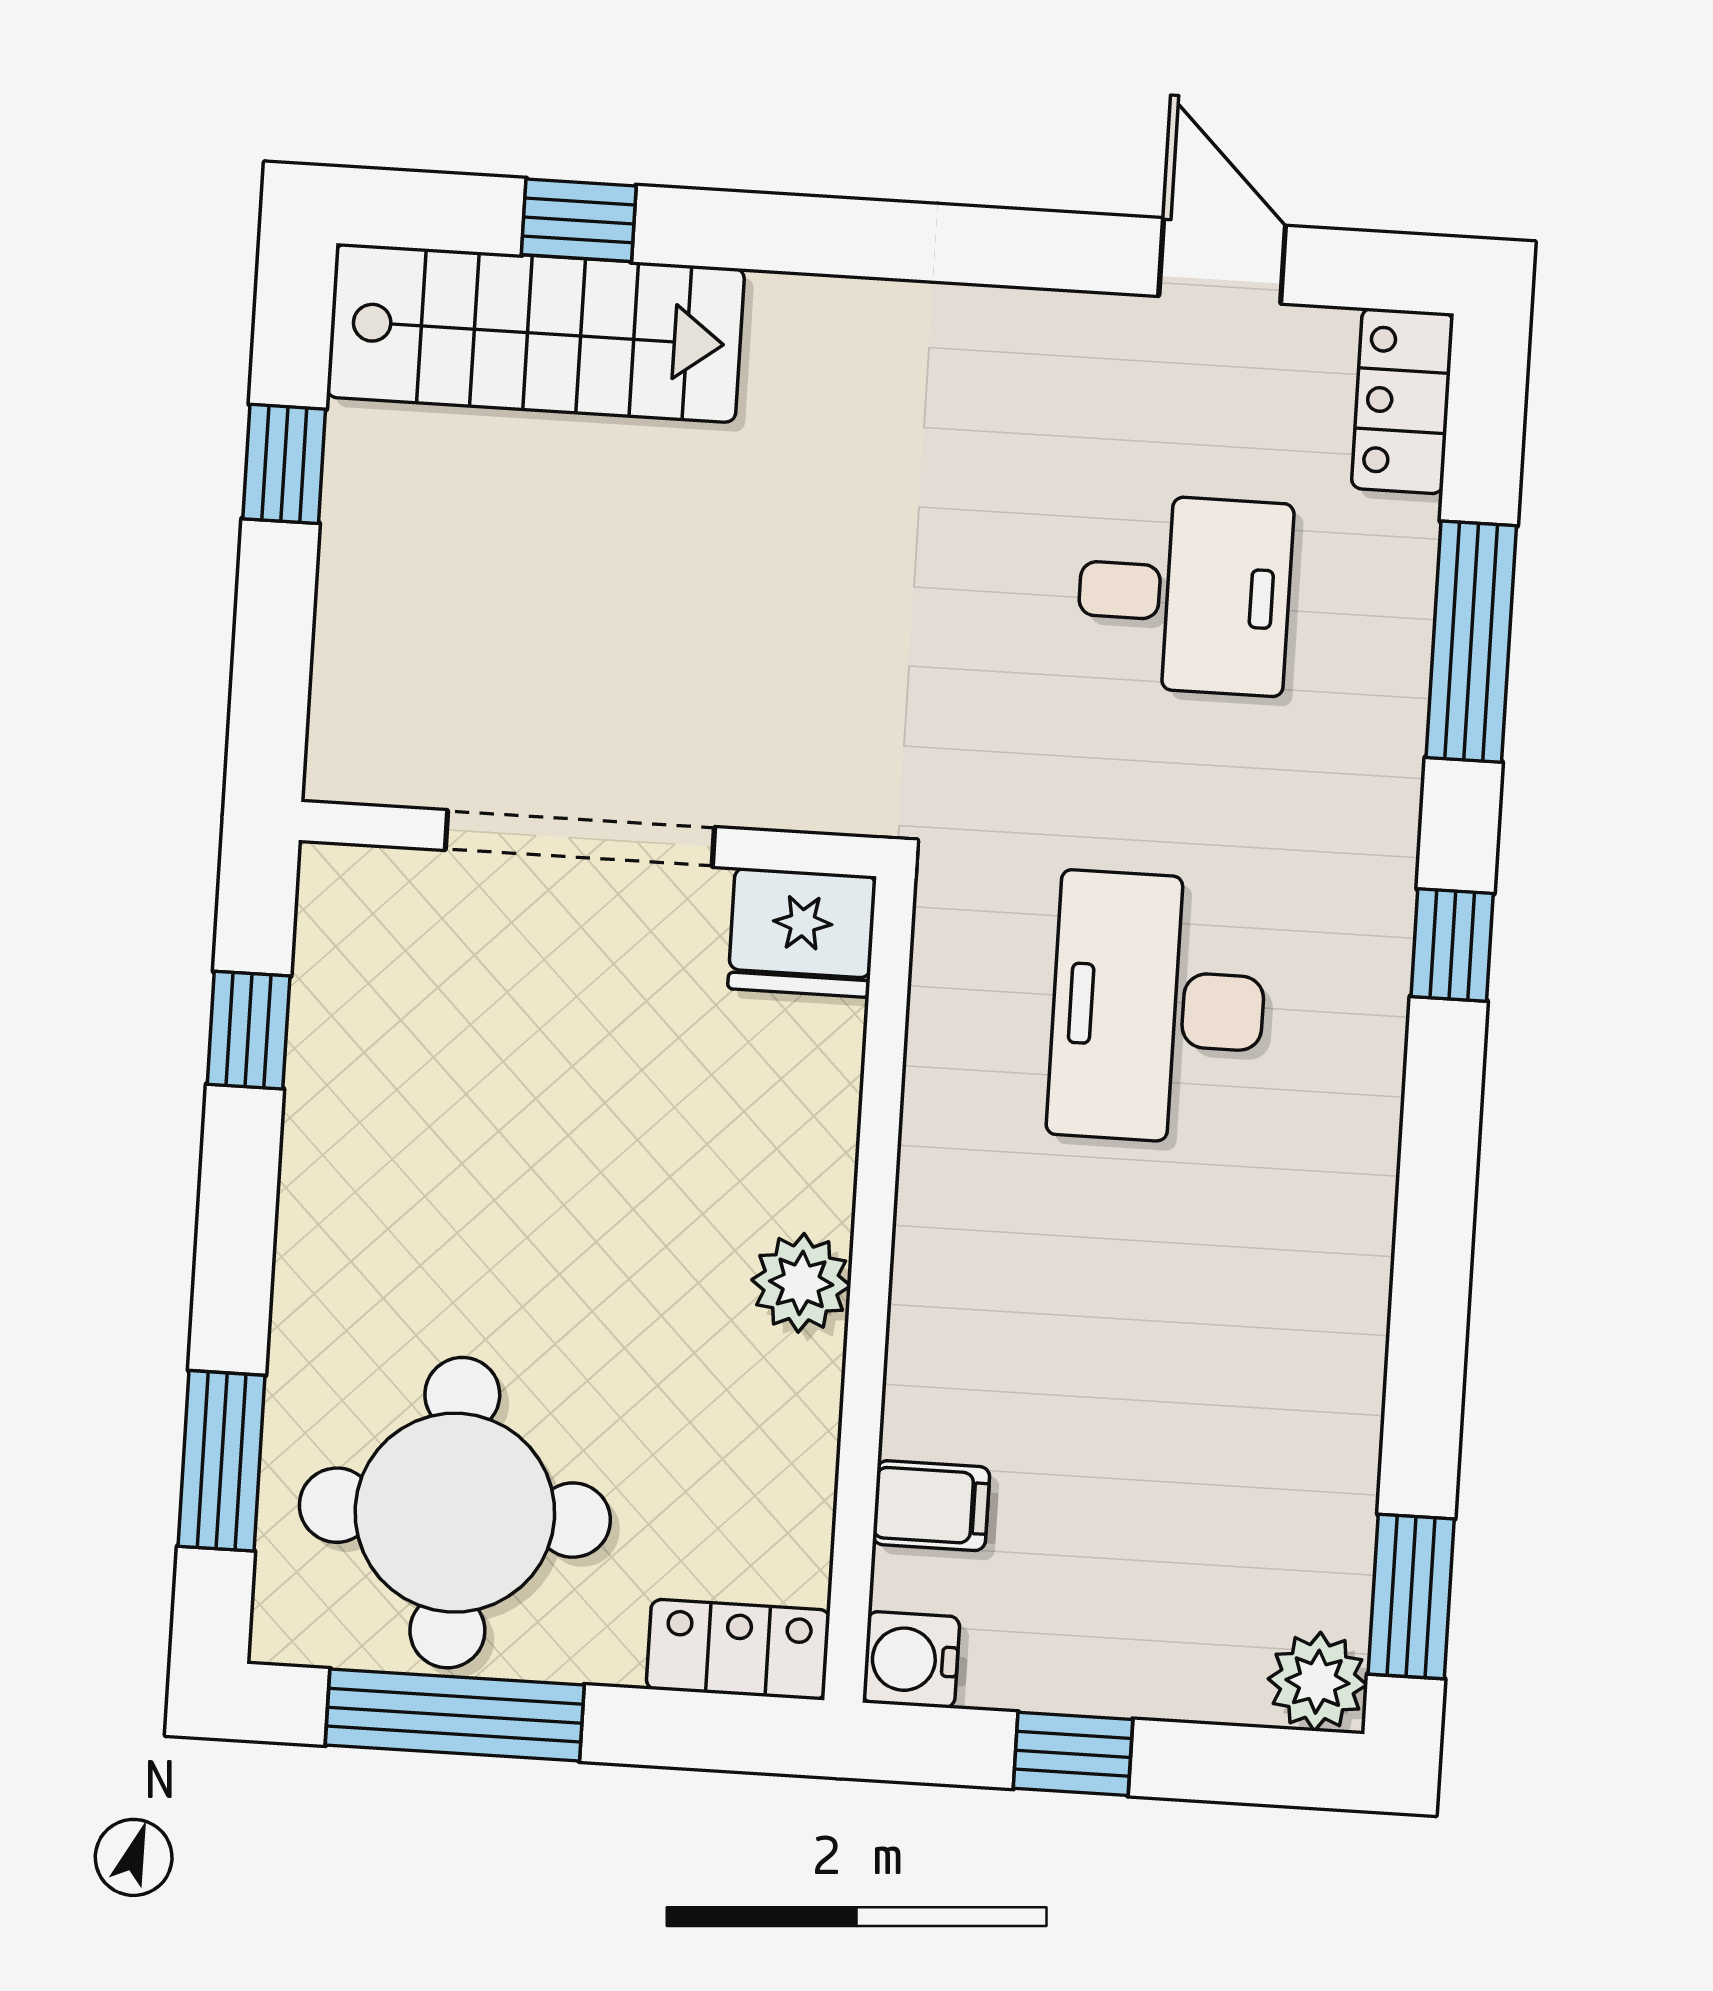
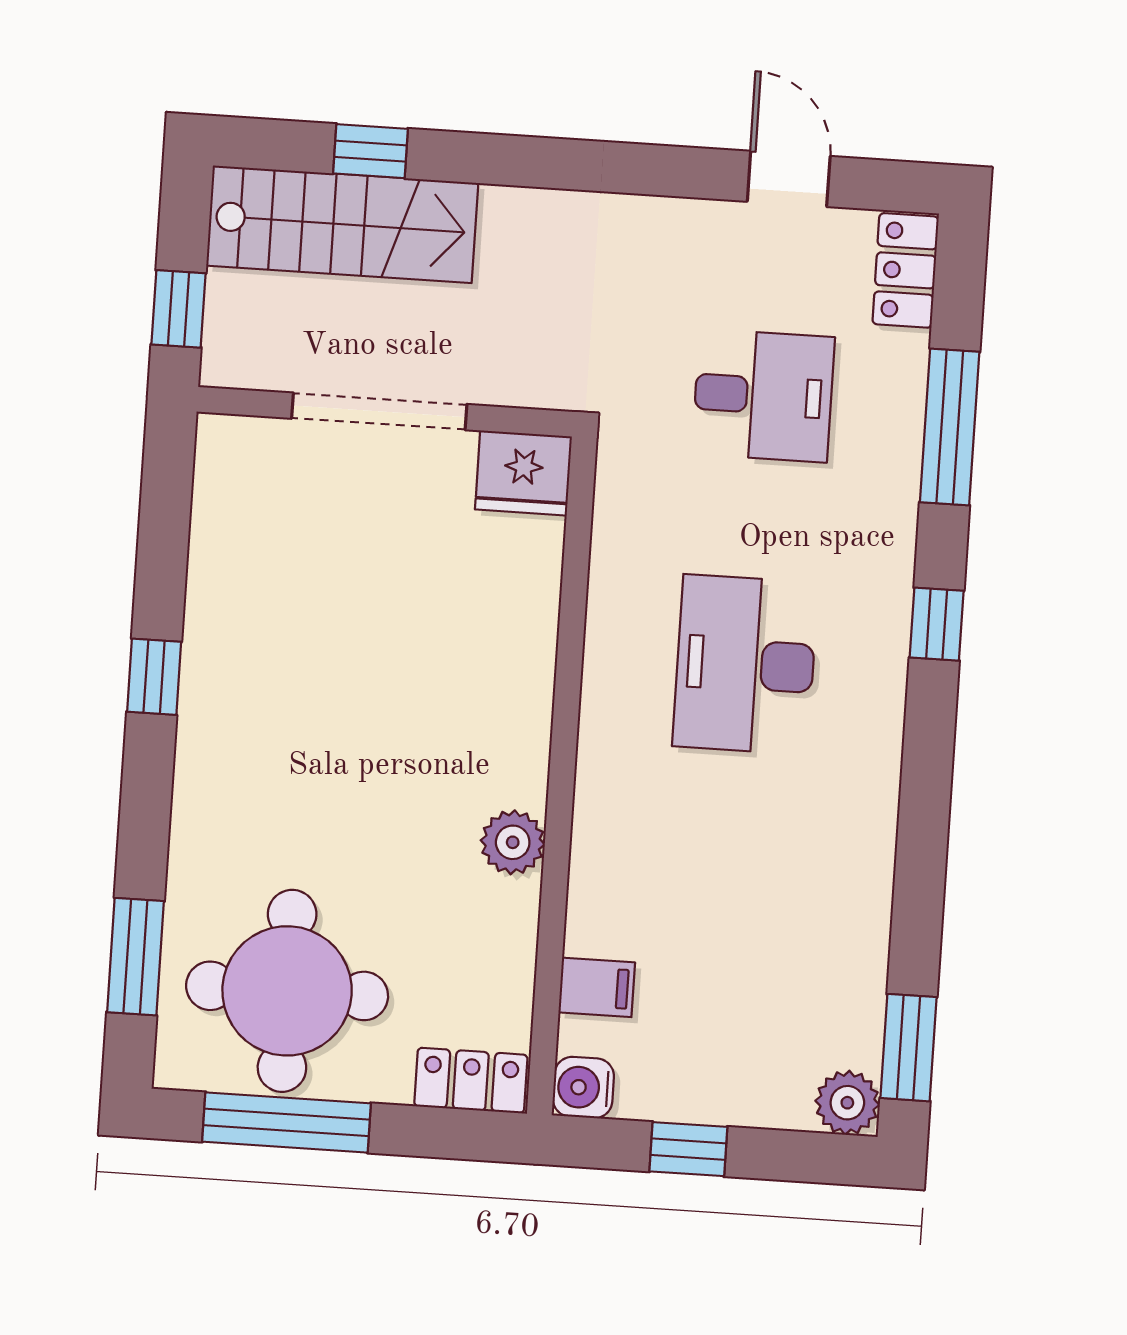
doorway: (580, 839) -> (379, 411), moved
wall: (589, 839) -> (385, 412), moved
fridge: (802, 932) -> (523, 473), moved

